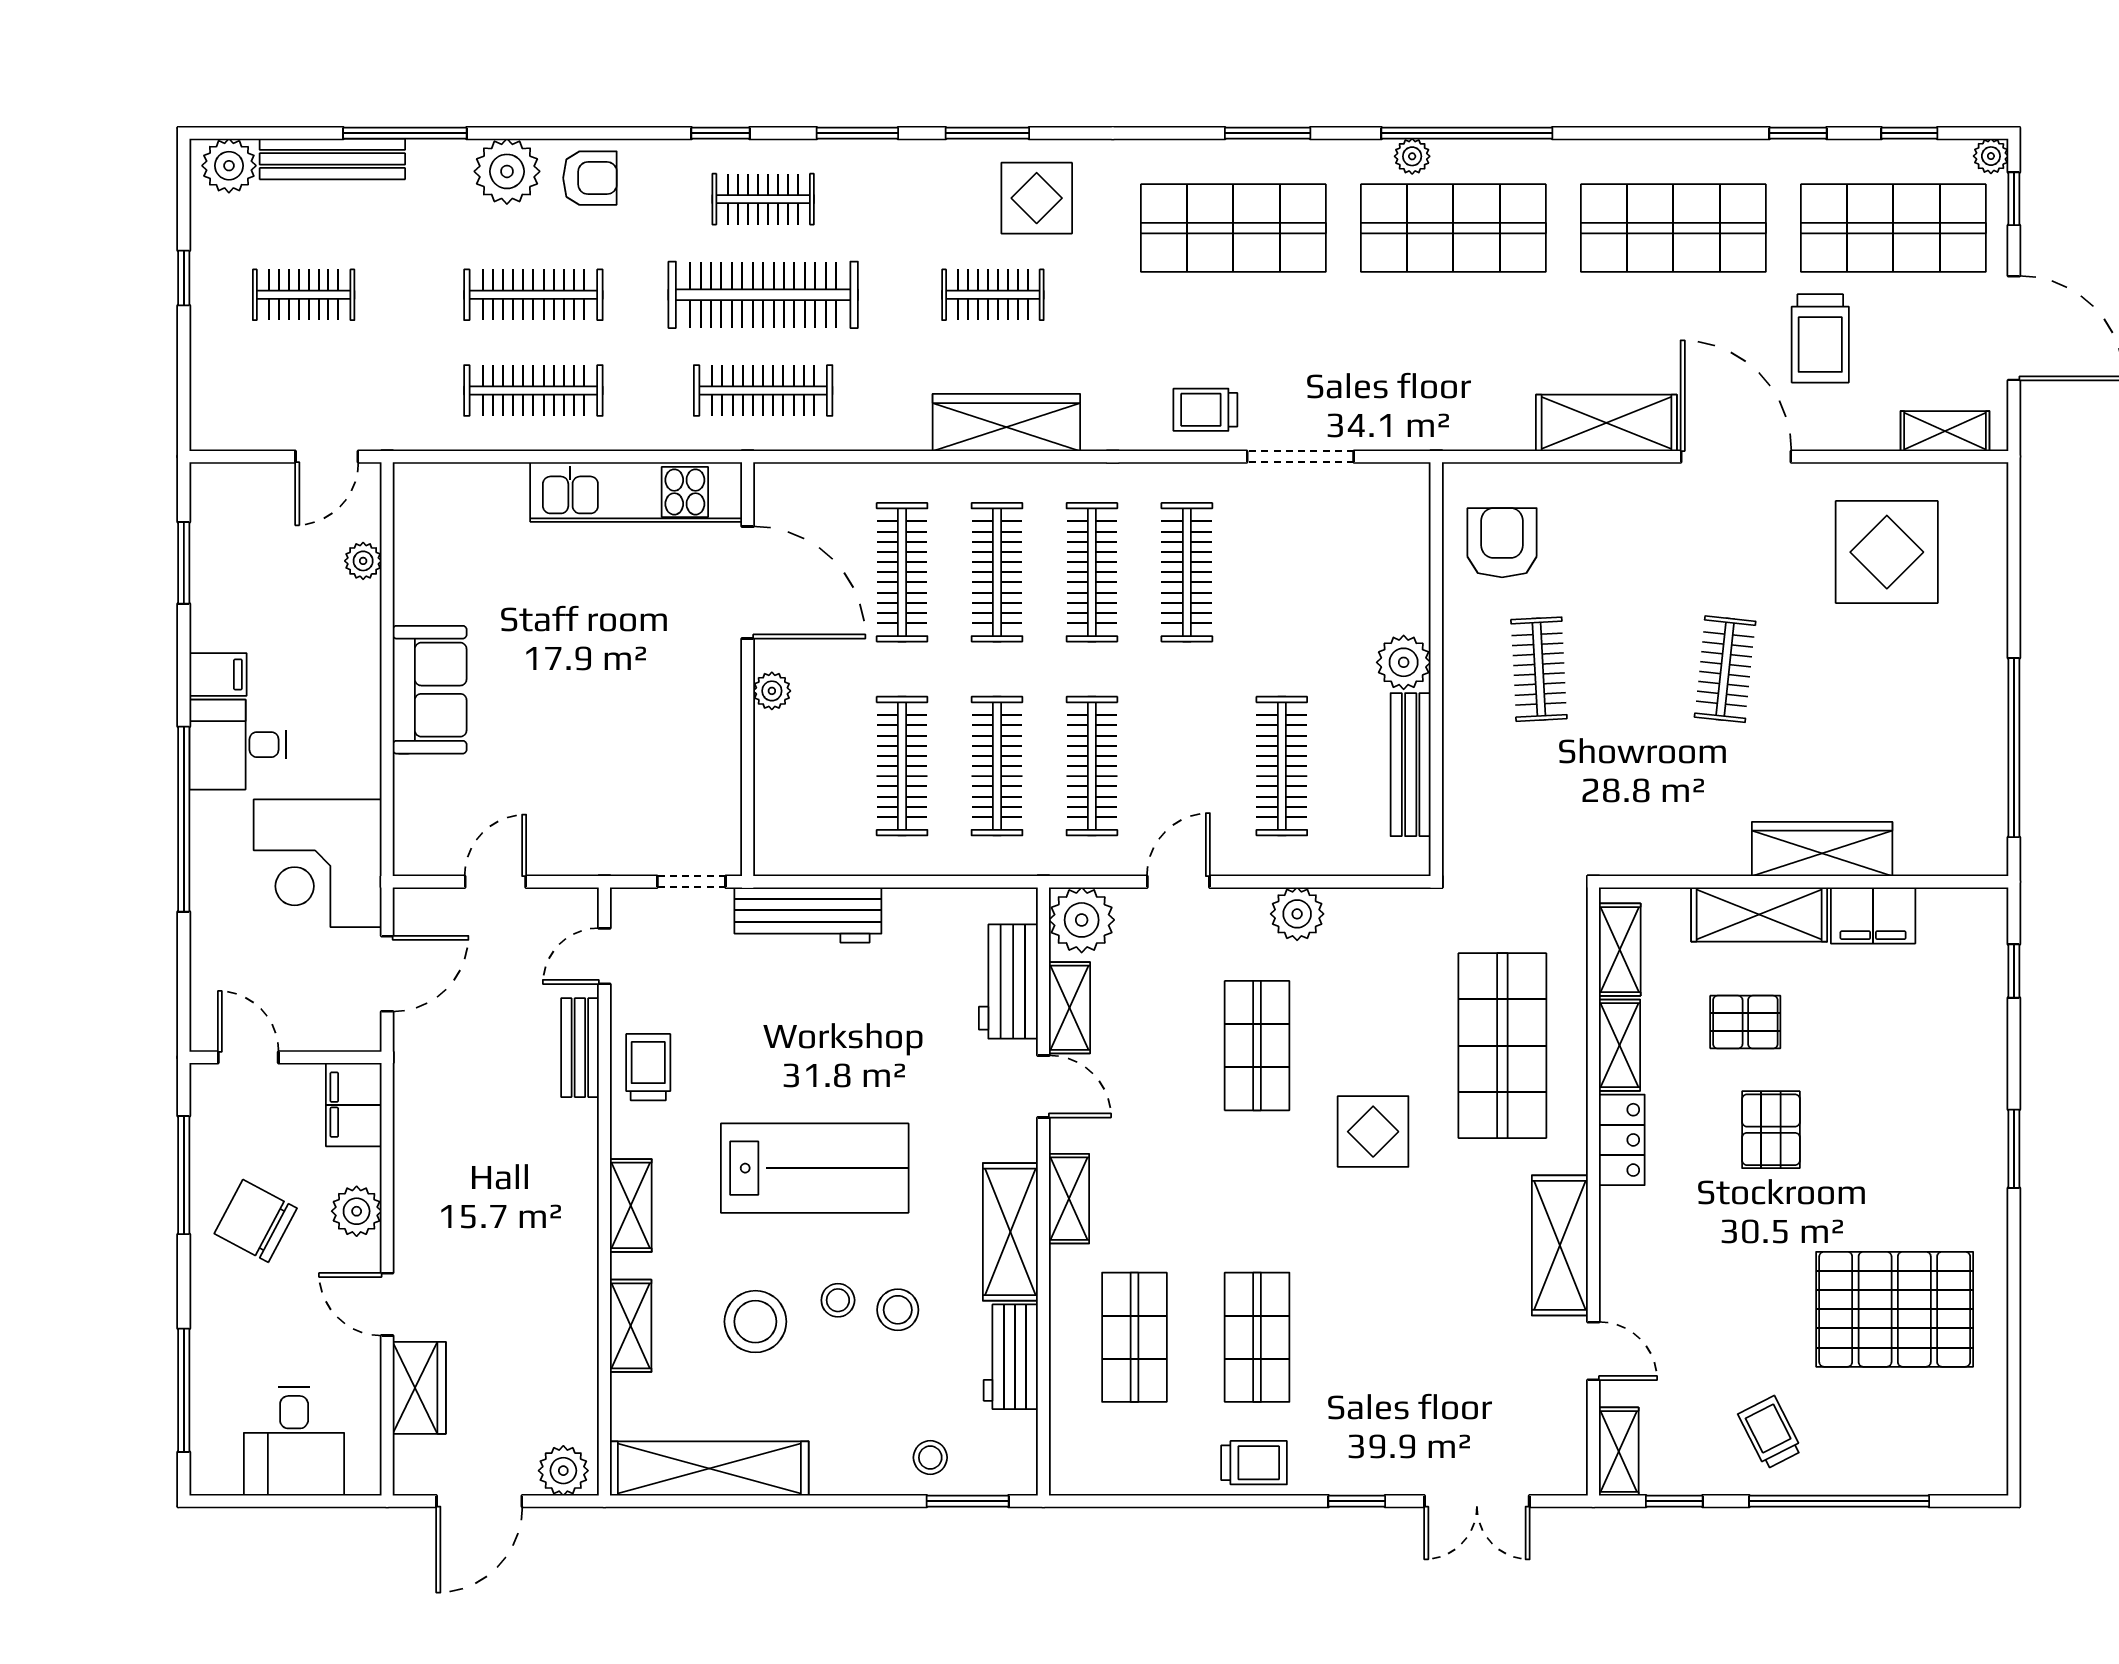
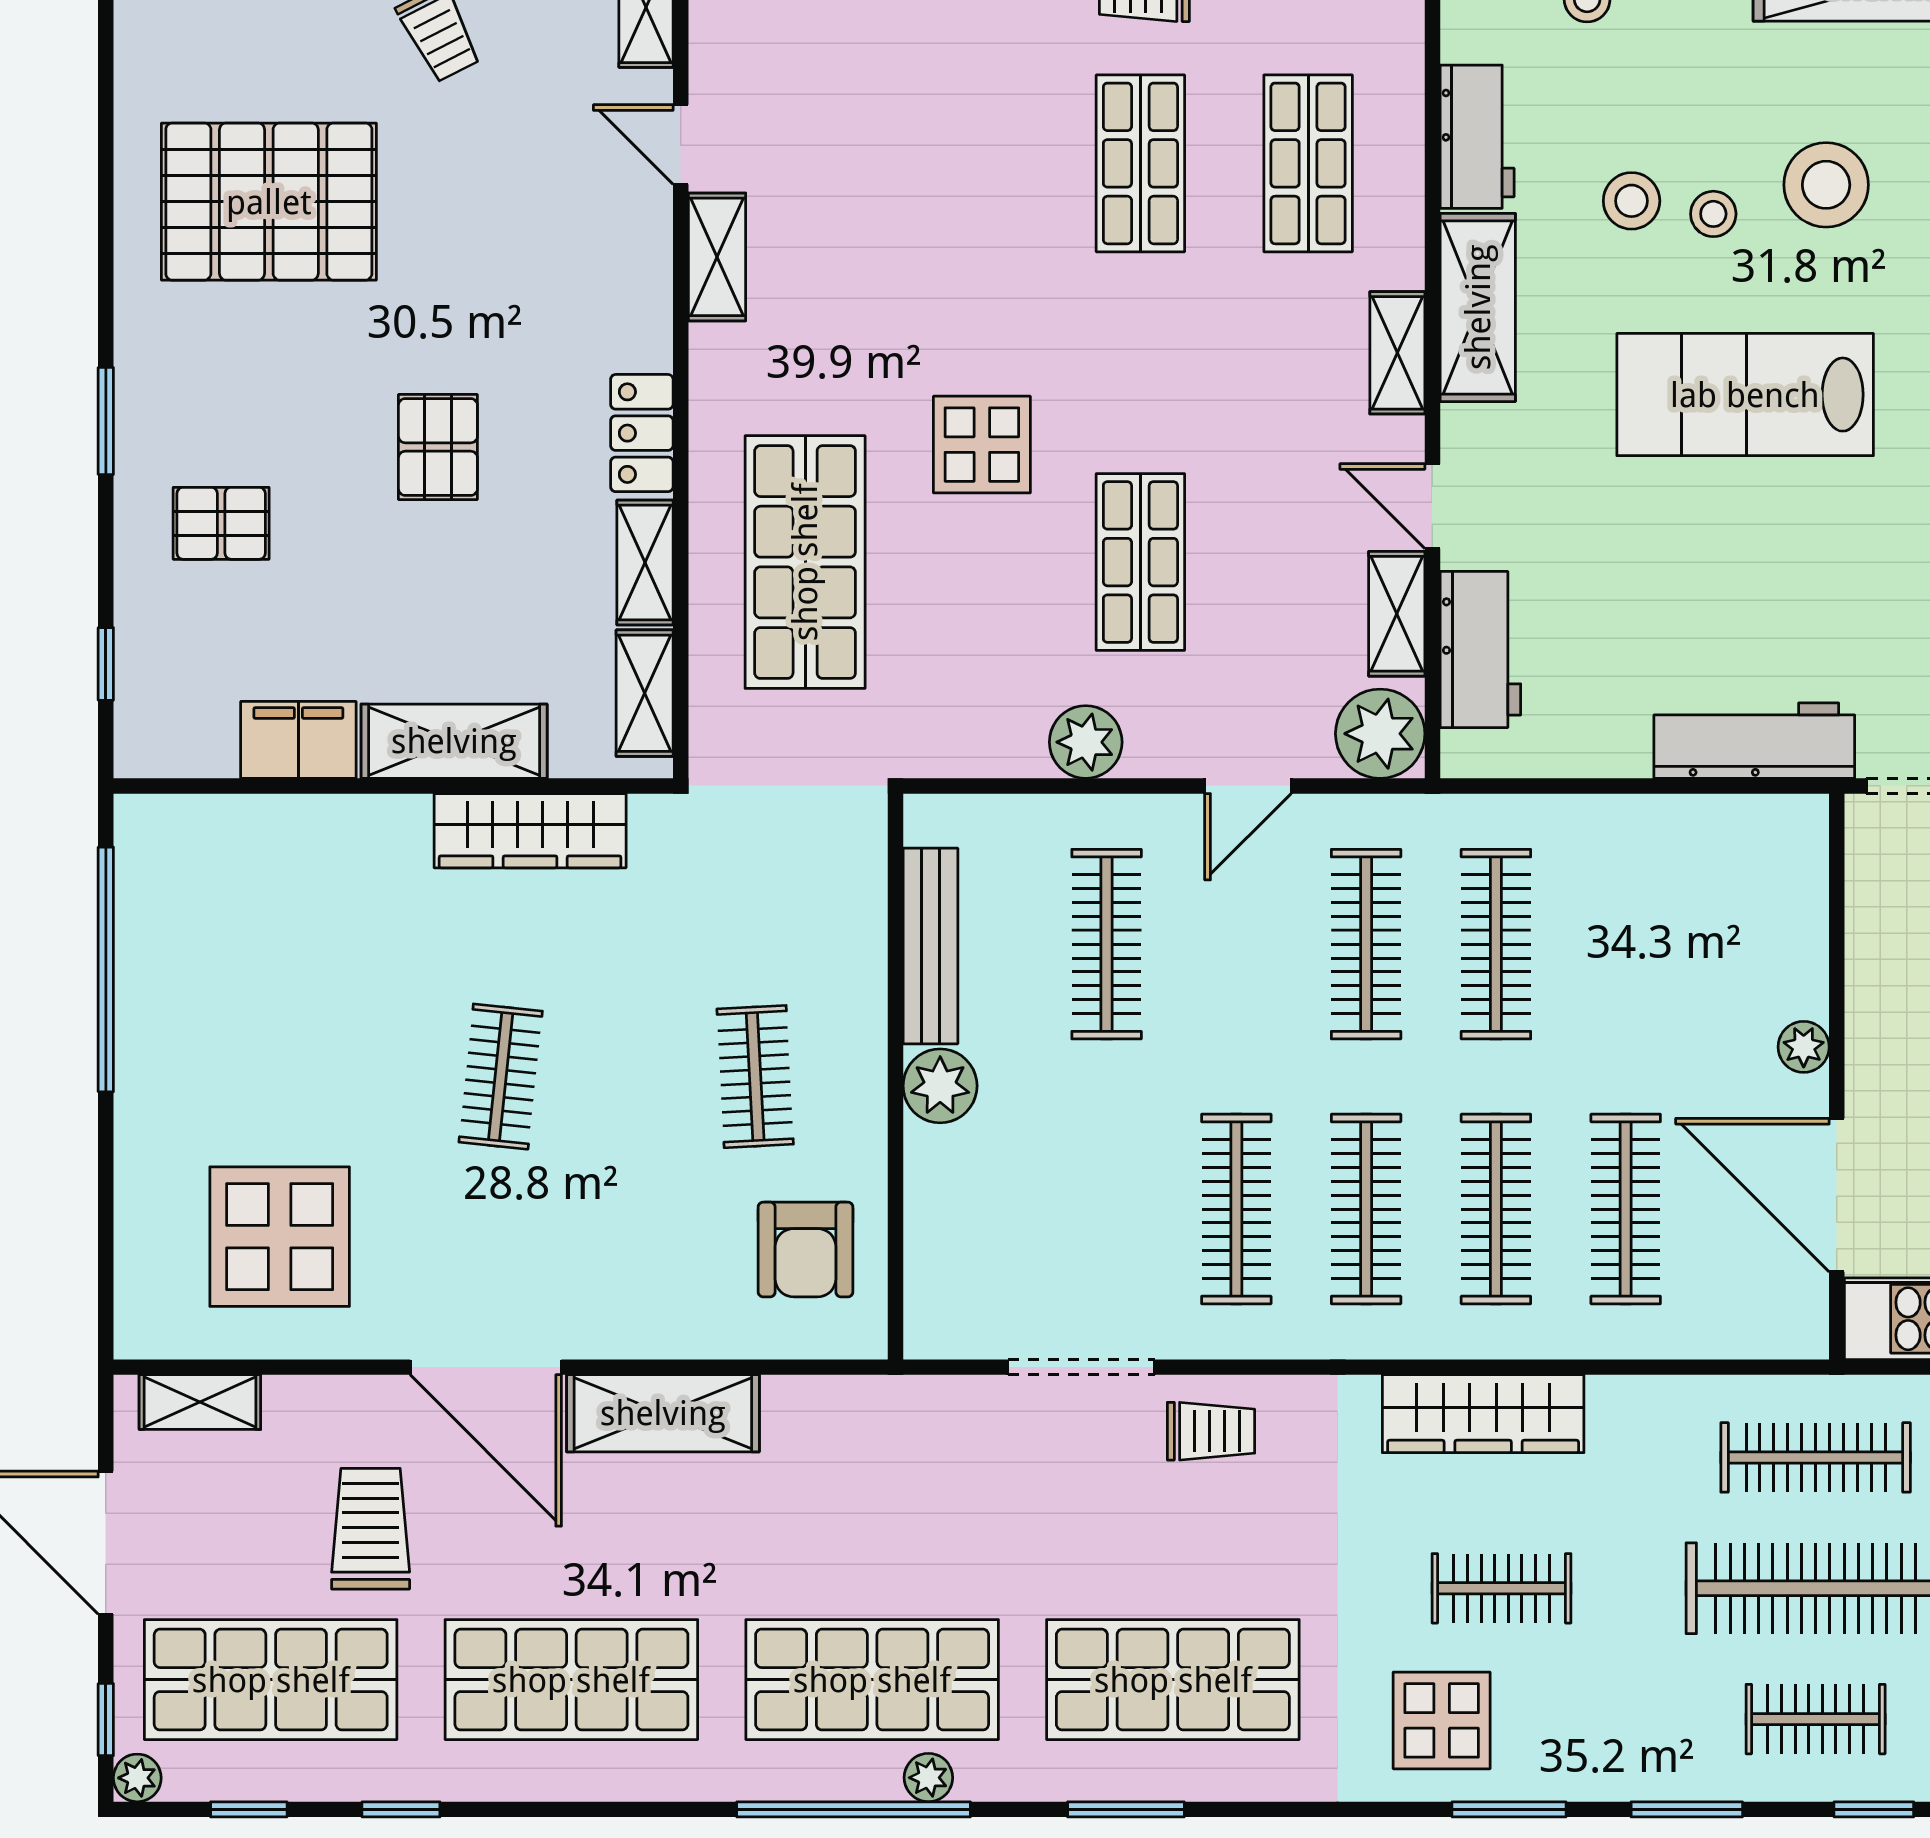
clothes rail: (902, 766) -> (1626, 944), removed
wardrobe: (1822, 849) -> (530, 831), moved
pallet: (1745, 1022) -> (221, 523), moved
shelving: (1560, 1245) -> (717, 257), width x0.67, depth x0.75

